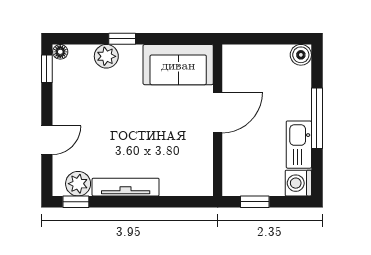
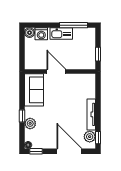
window: (317, 118) -> (73, 25), moved
door: (47, 140) -> (69, 151), width x1.88
kitchen sink: (299, 145) -> (61, 34), moved
washing machine: (298, 183) -> (41, 34), moved

